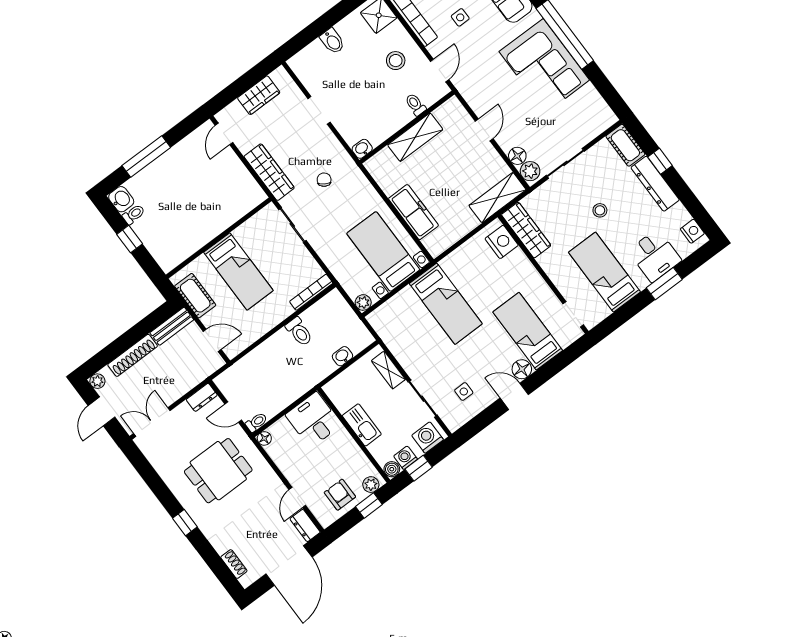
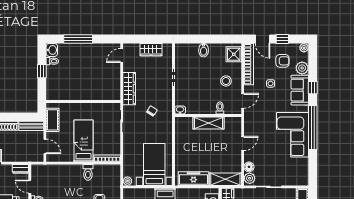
freezer: (413, 212) -> (194, 179), moved, turned -90
bed: (238, 271) -> (84, 141), moved, turned 180

